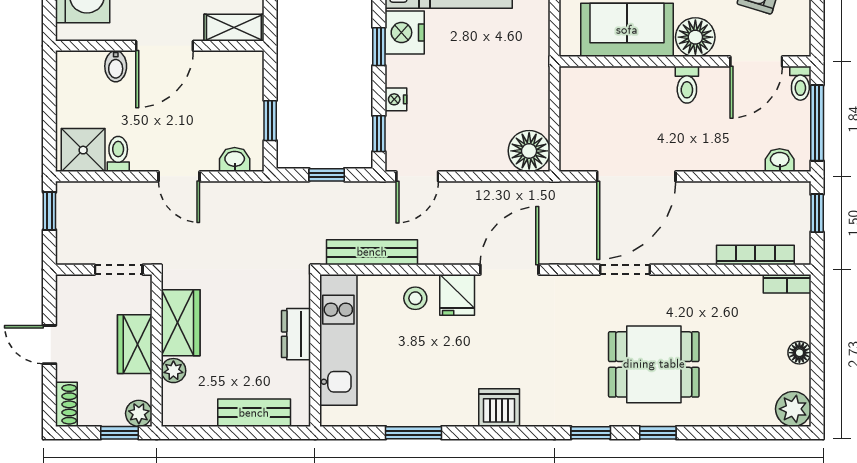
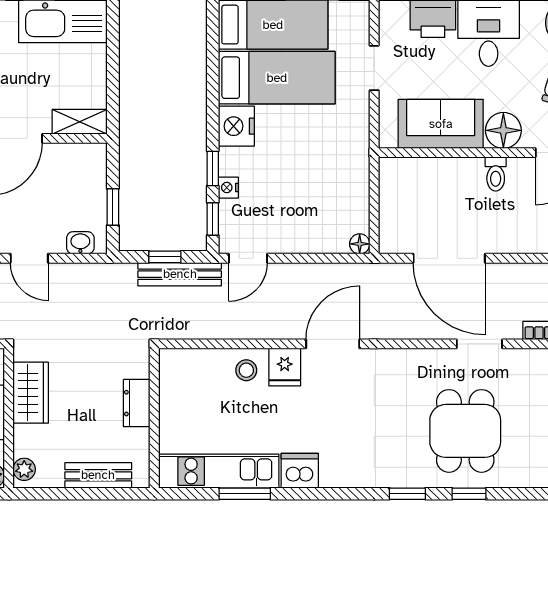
window: (379, 47) -> (213, 169), moved
floor lamp: (529, 151) -> (360, 244), width x0.53, depth x0.53
door: (636, 176) -> (449, 258), hinge flipped
bench: (372, 252) -> (180, 274), moved
doorway: (625, 270) -> (479, 344), moved
kitchen unit: (338, 340) -> (219, 471), moved, turned -90
dining table: (654, 364) -> (465, 431), turned 90
plant: (173, 371) -> (24, 469), moved
dishwasher: (499, 408) -> (300, 471), moved

